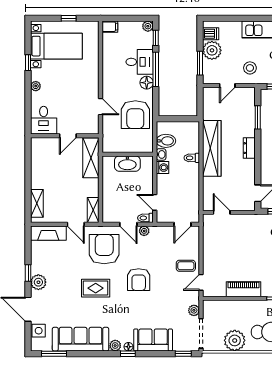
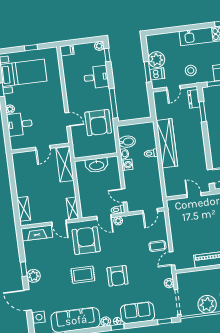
dishwasher: (211, 34) -> (157, 74), moved
window: (156, 69) -> (113, 103), moved
floor lamp: (147, 83) -> (104, 94), removed
desk: (44, 120) -> (20, 124), moved, turned 90
dresser: (249, 148) -> (194, 99), moved
door: (222, 212) -> (194, 195), moved
armchair: (139, 280) -> (118, 276), moved

